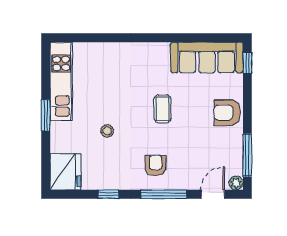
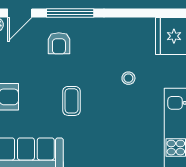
armchair: (156, 165) -> (59, 43), moved
window: (108, 194) -> (127, 13), removed

